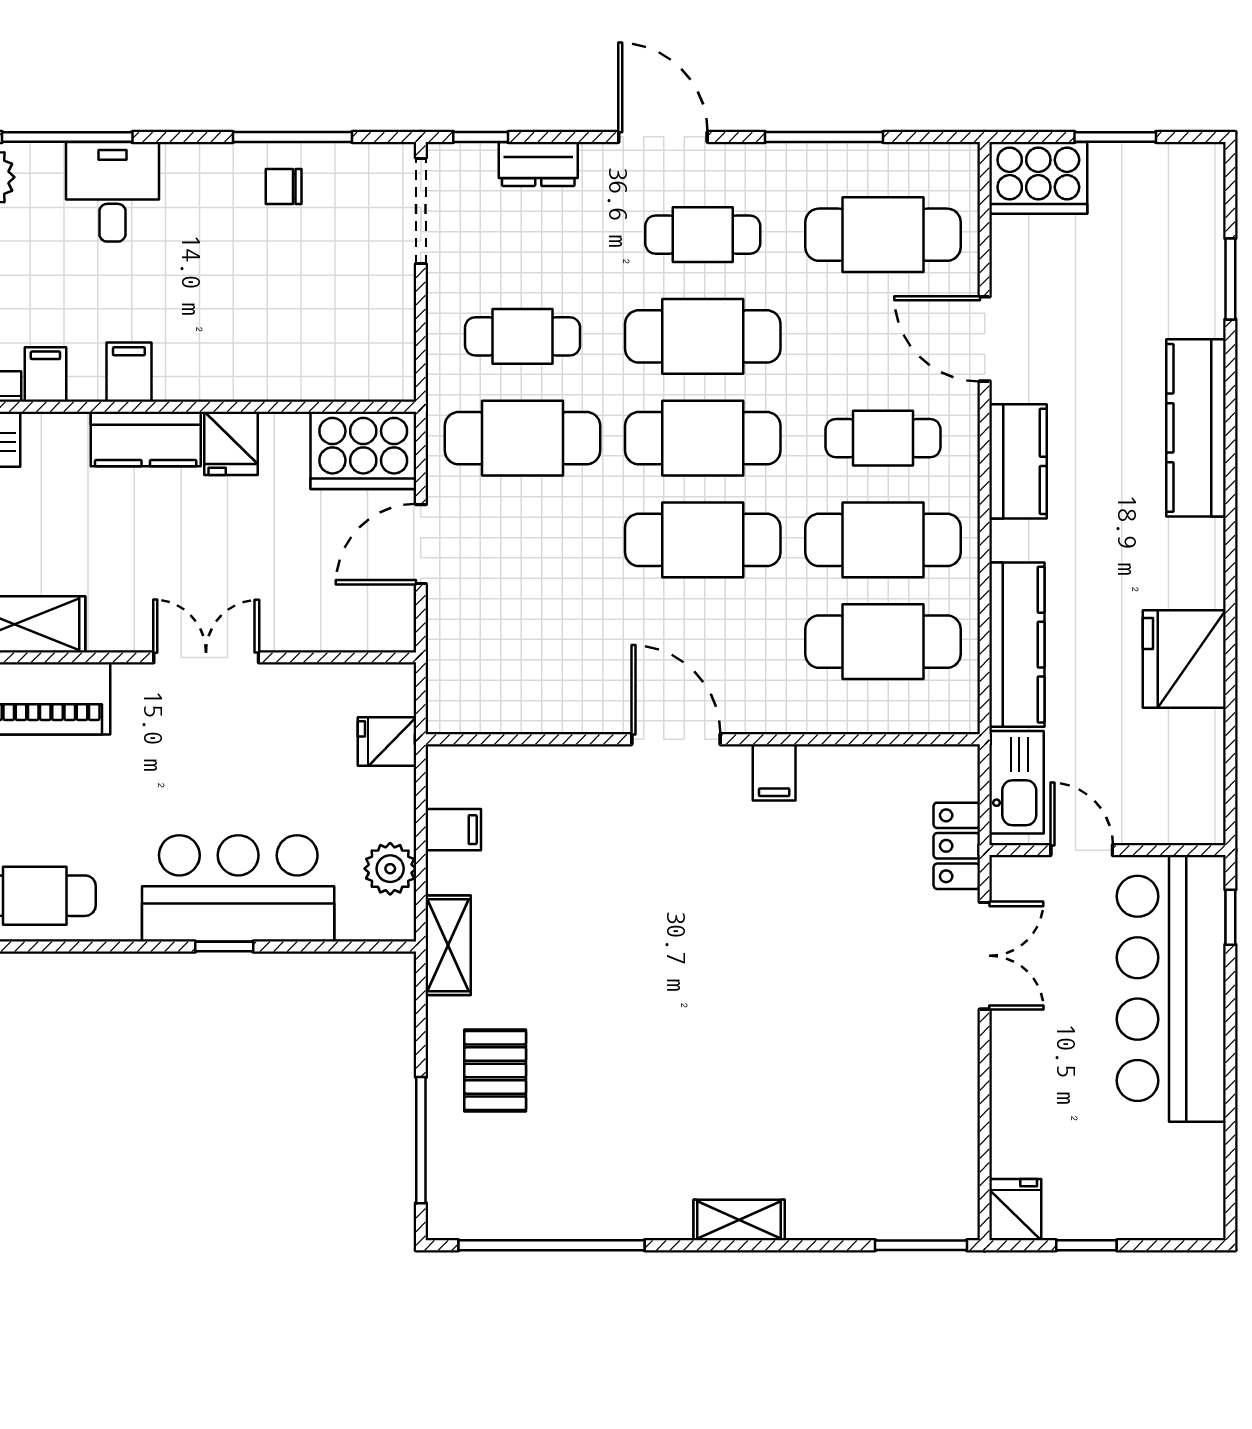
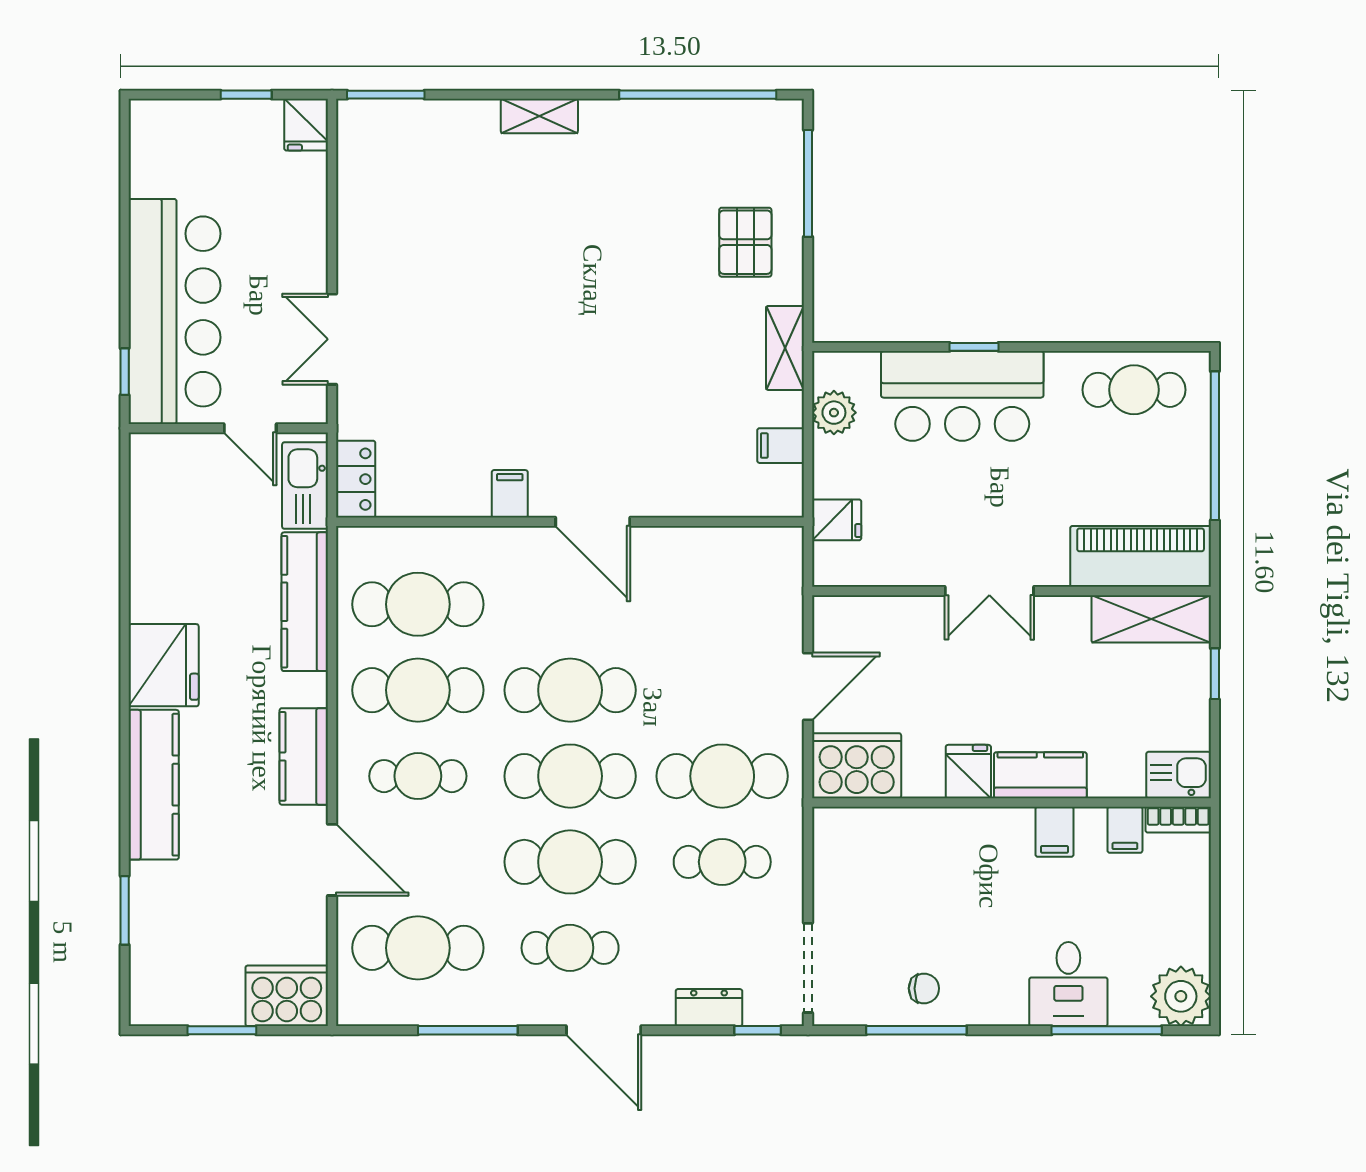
fridge: (1184, 659) -> (164, 665), moved
locker: (957, 846) -> (356, 479), moved

